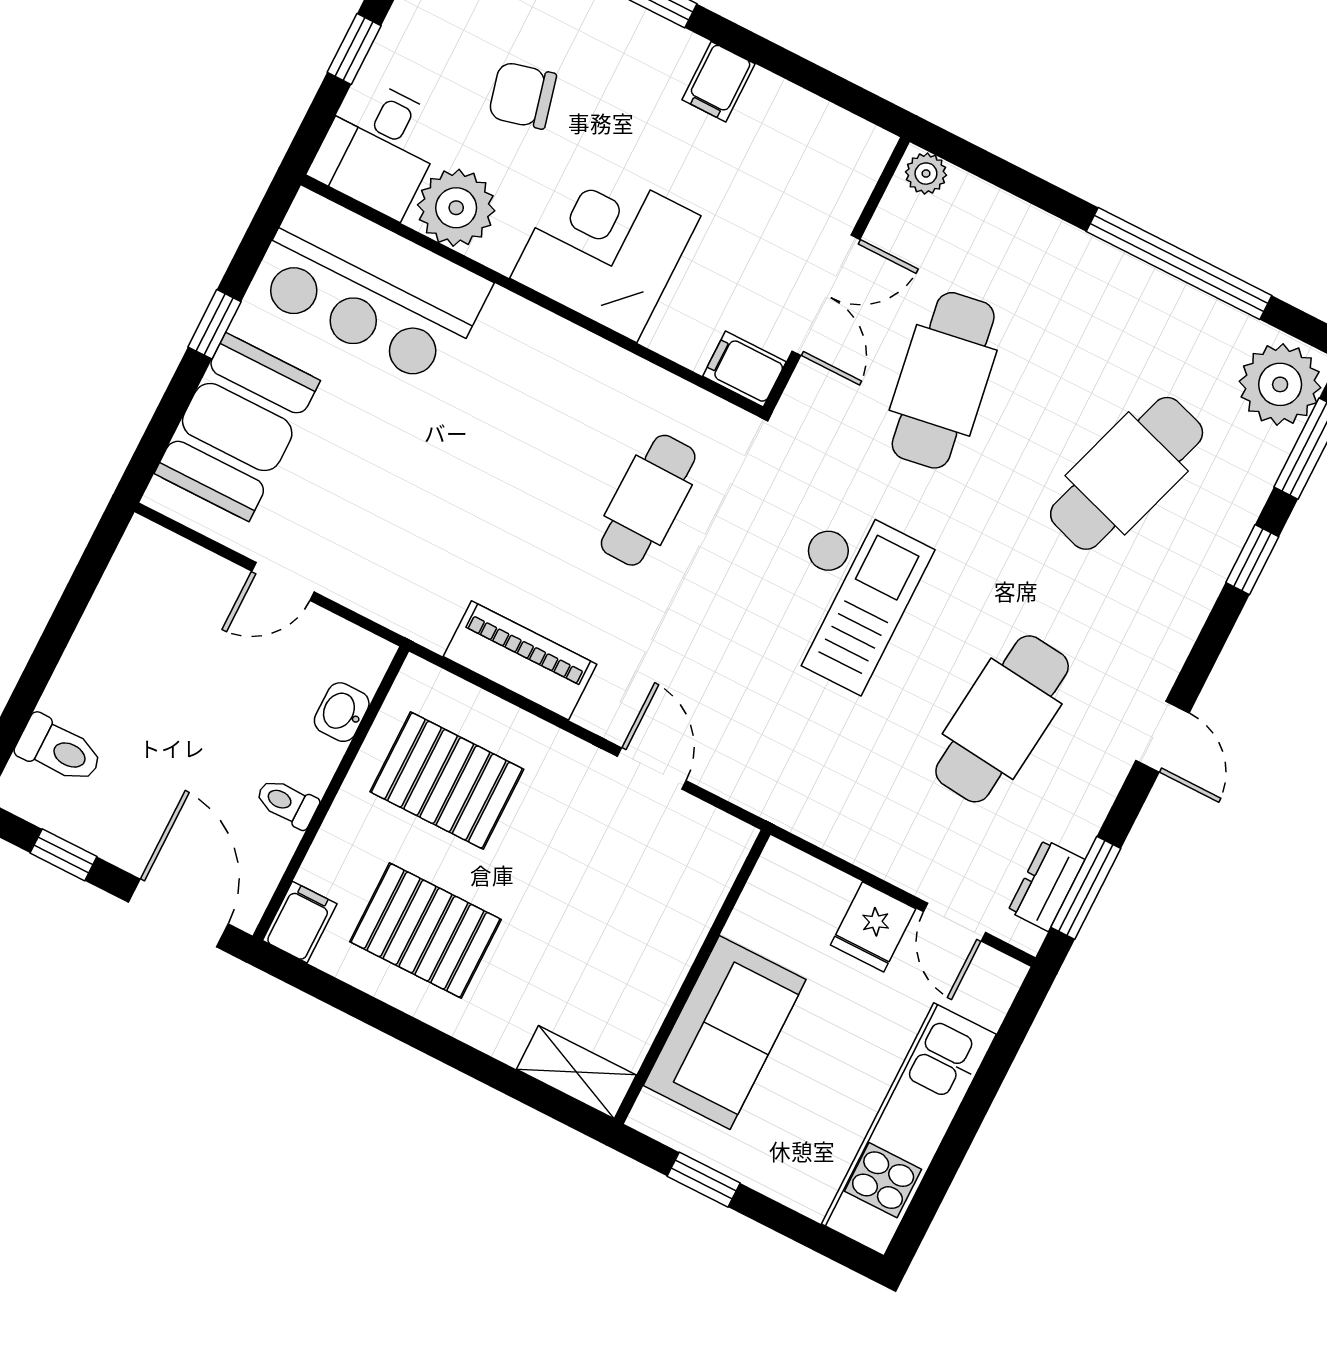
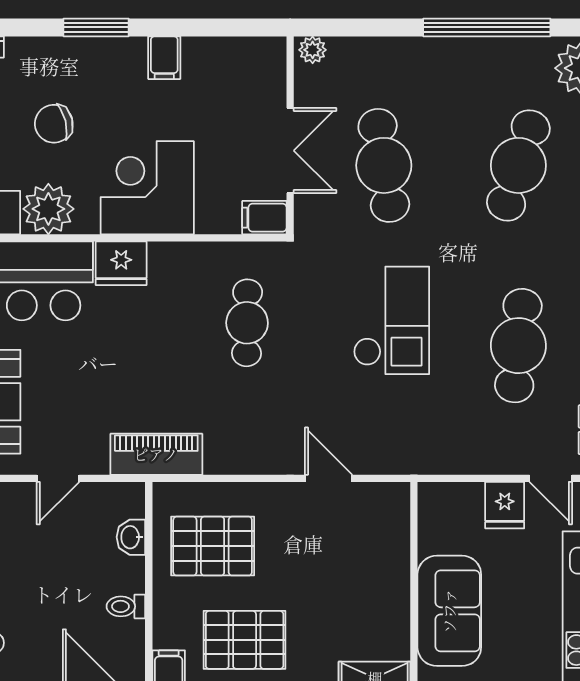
fridge: (518, 332) -> (121, 263), added
piano: (520, 660) -> (156, 454), moved

